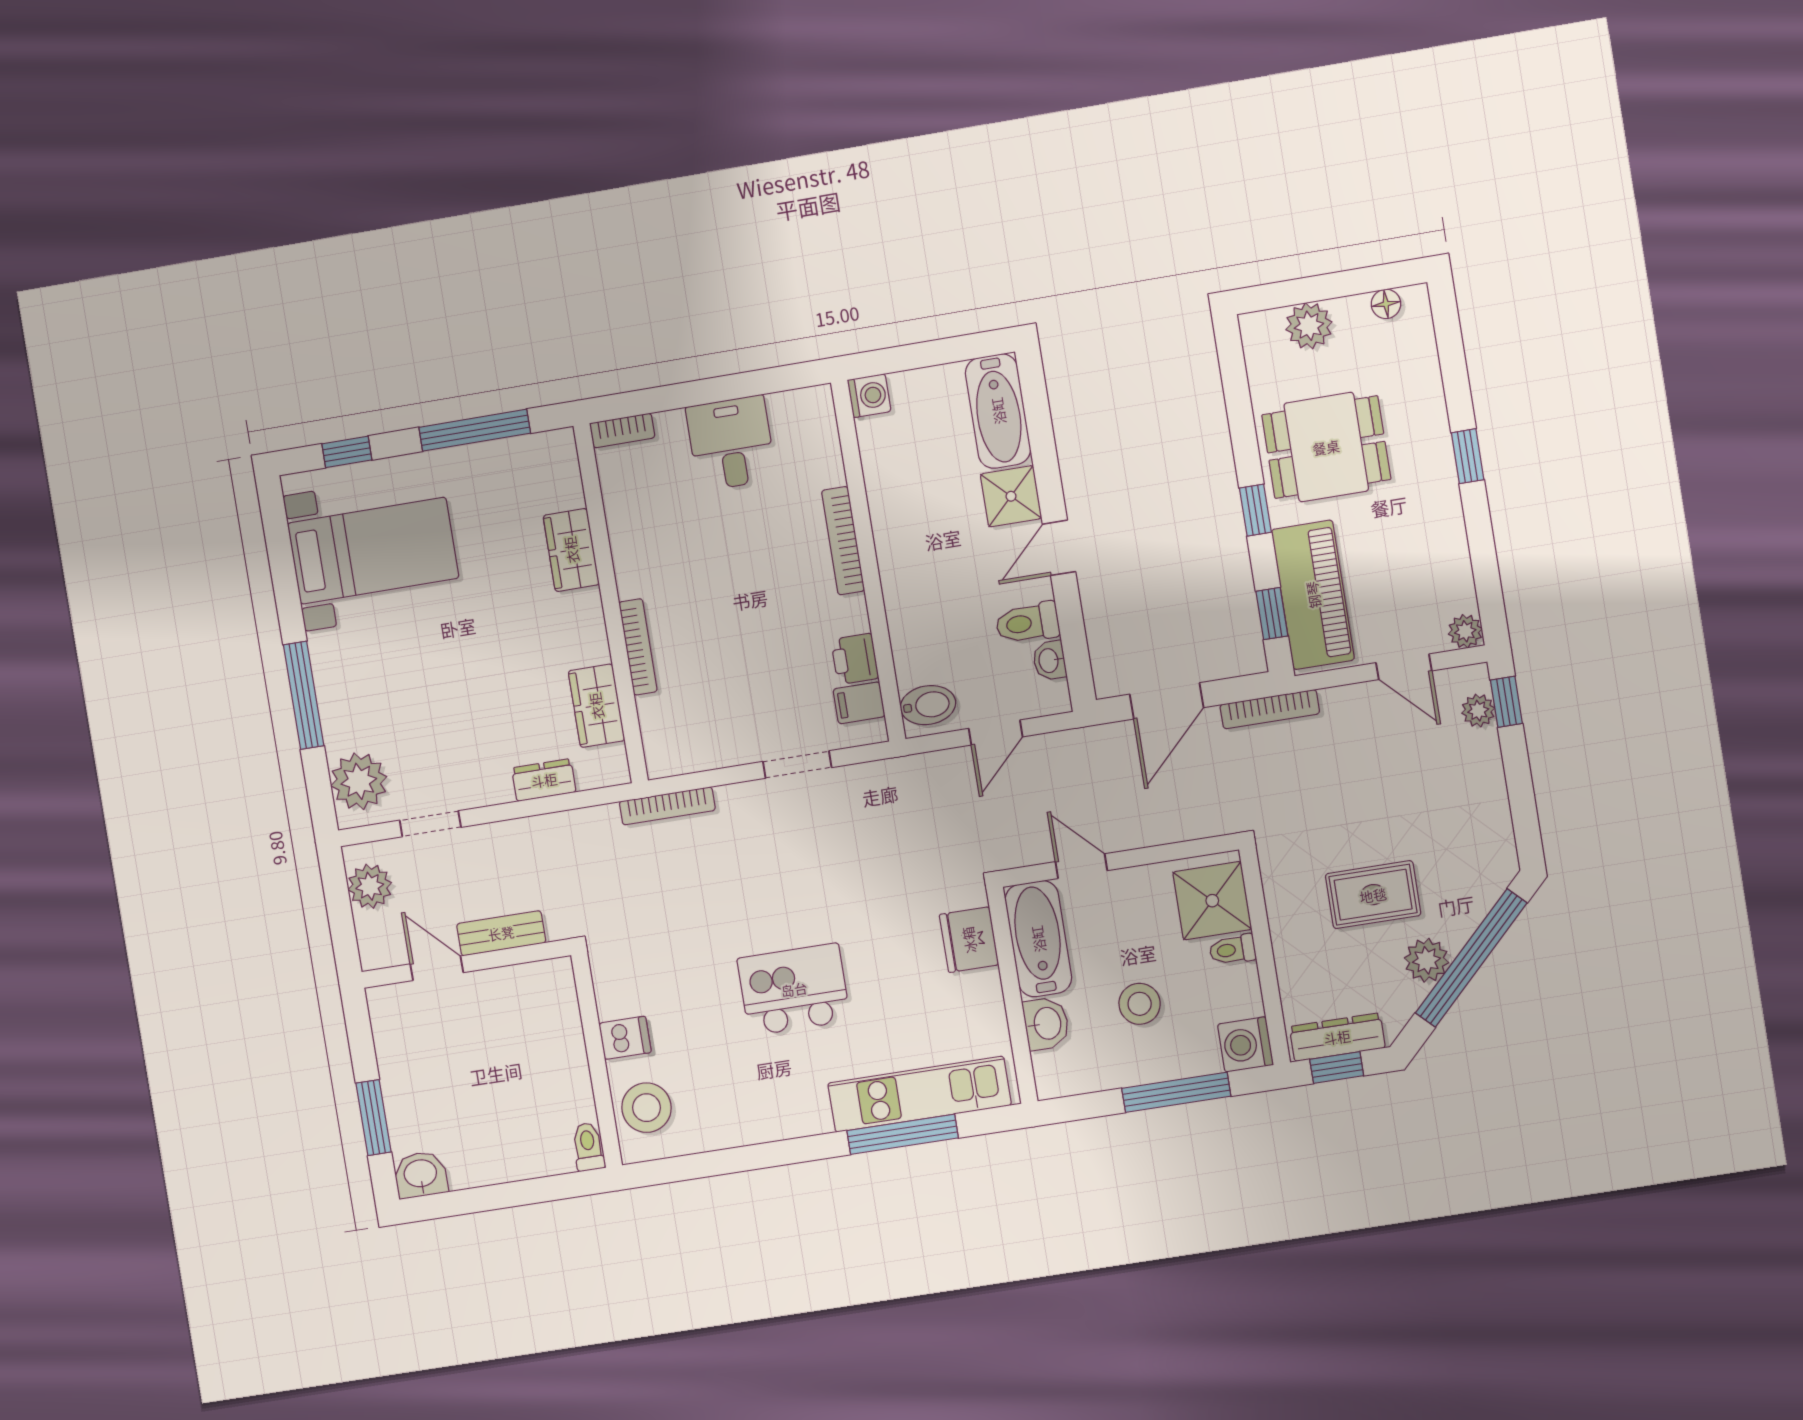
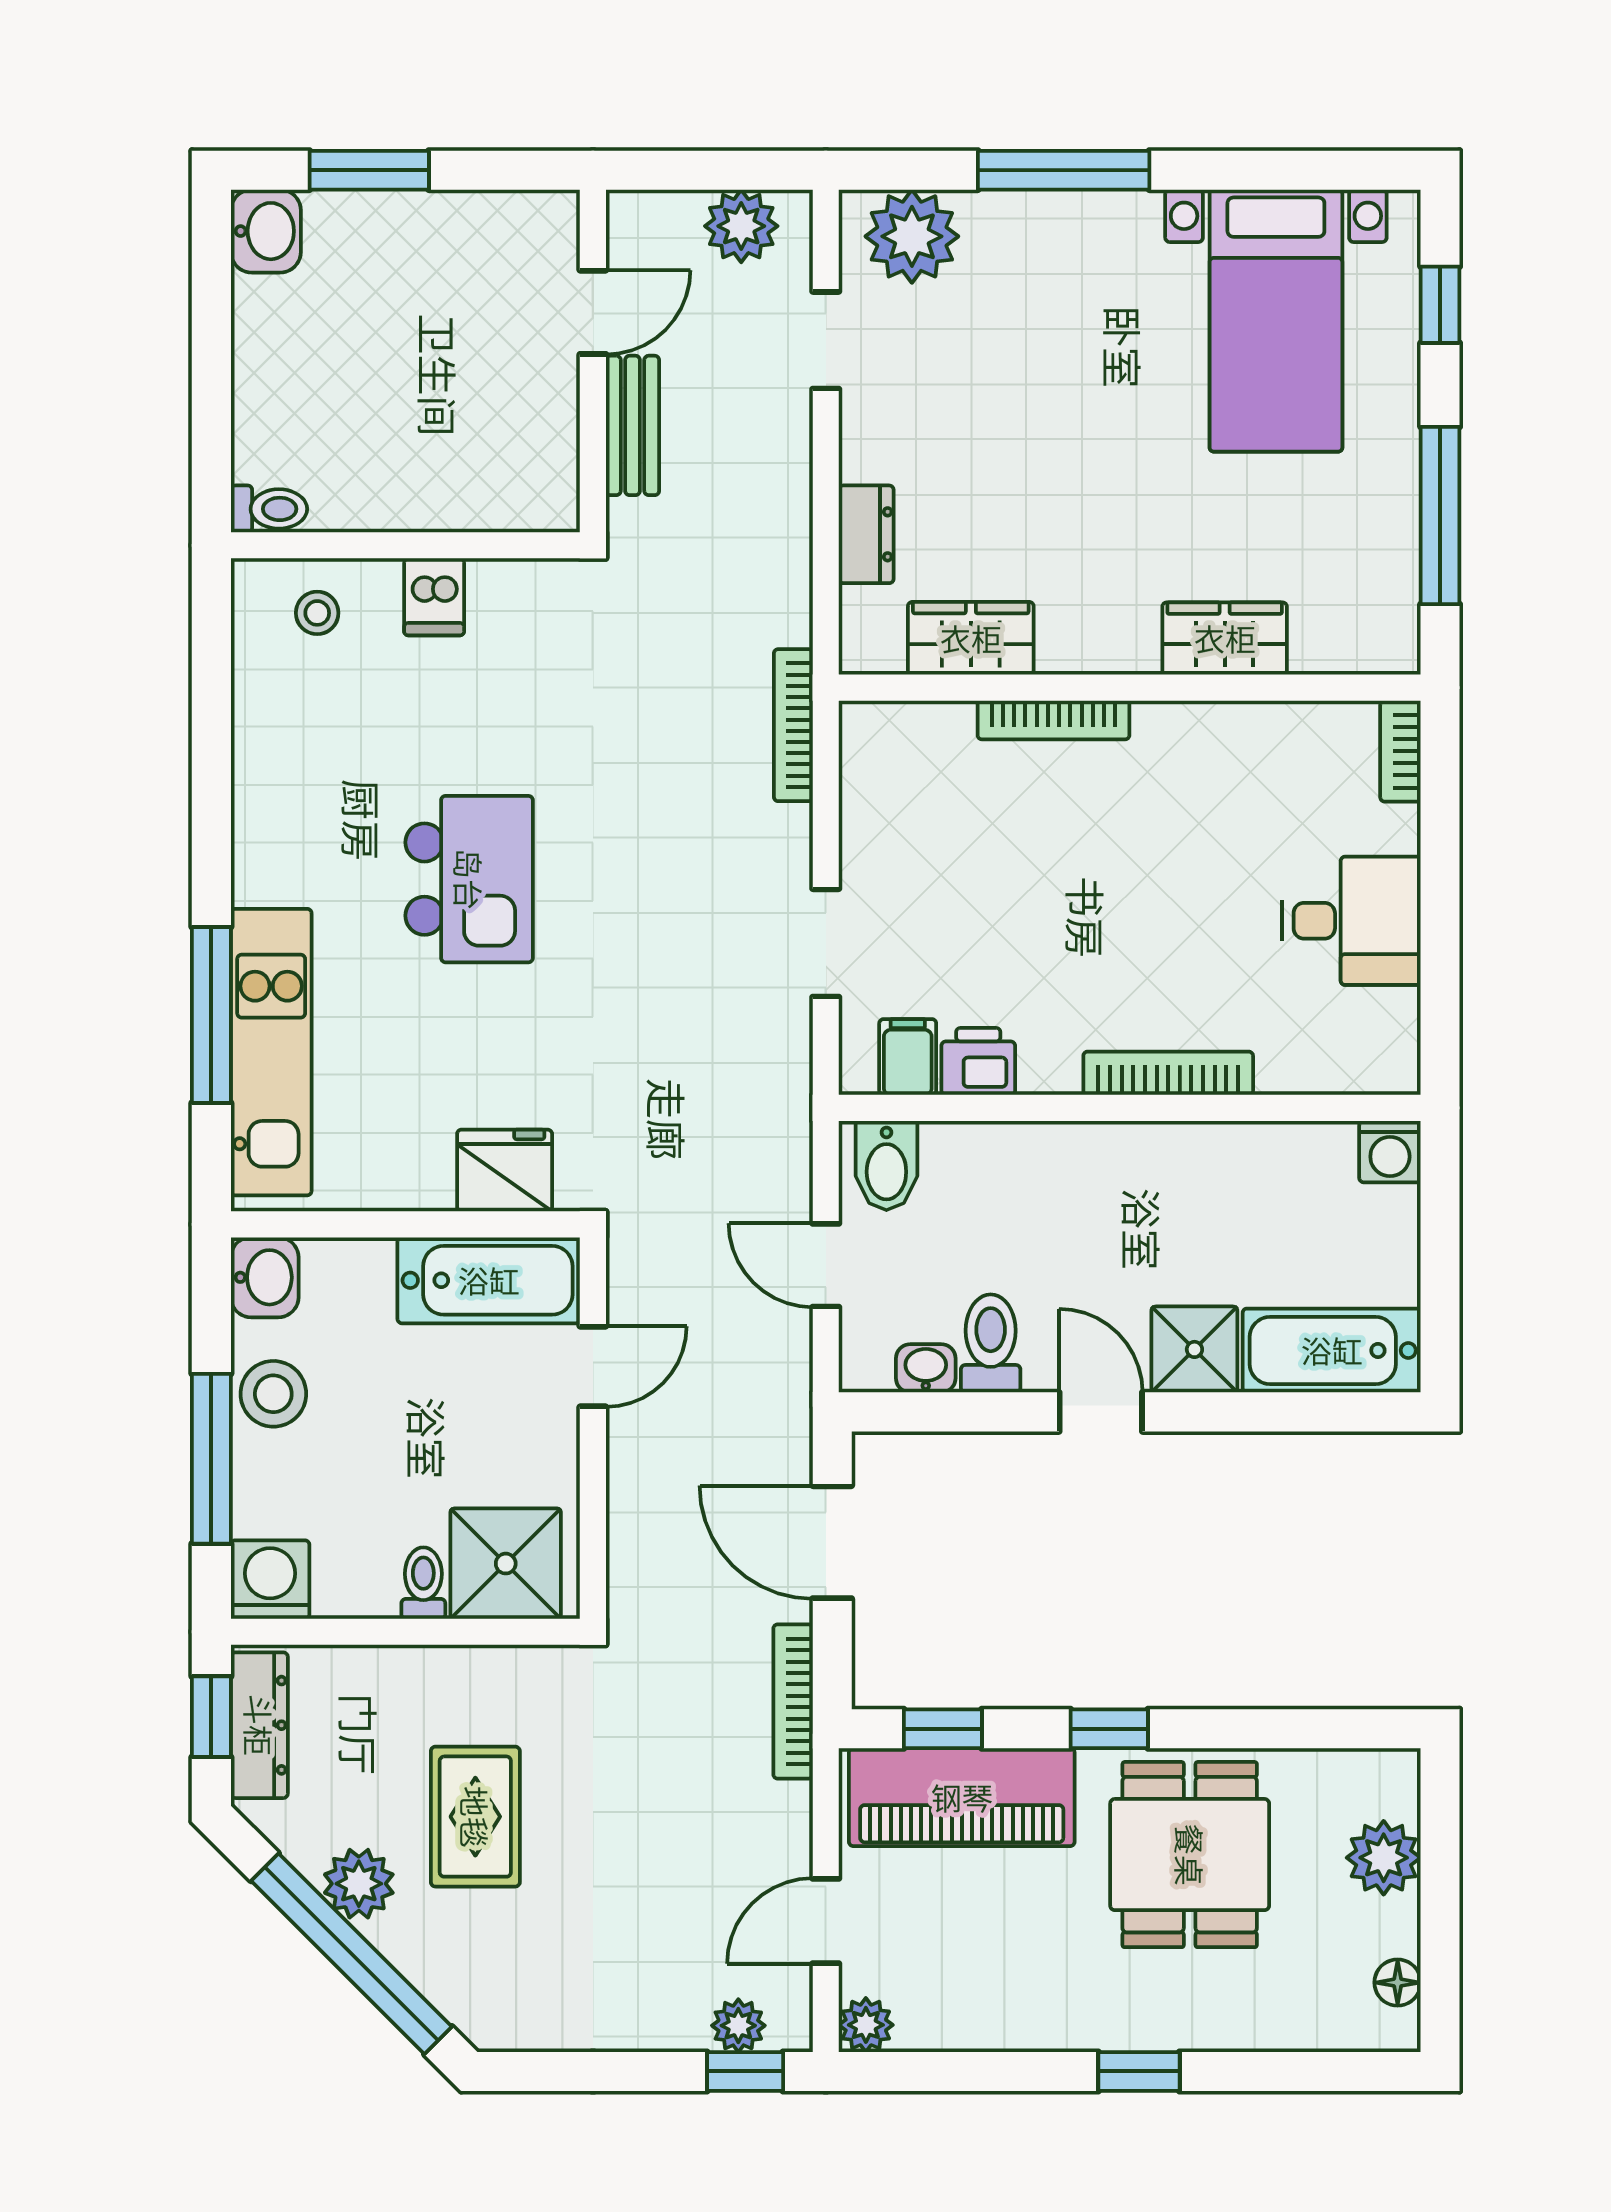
stool: (1140, 1004) -> (273, 1394), moved
washbasin: (1046, 1024) -> (265, 1277), moved, turned -90
stool: (647, 1108) -> (317, 613), width x0.53, depth x0.53

